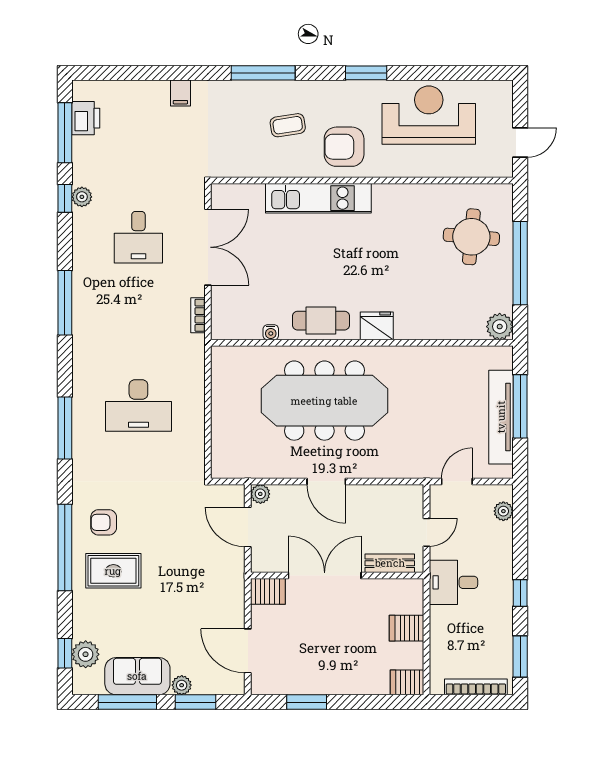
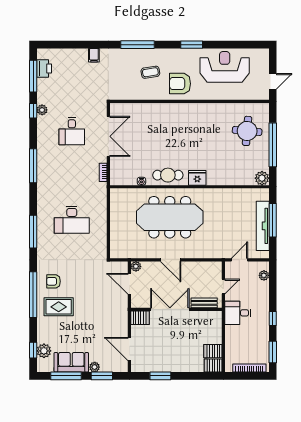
kitchen unit: (318, 198) -> (166, 111), removed
server rack: (407, 628) -> (213, 351), moved

